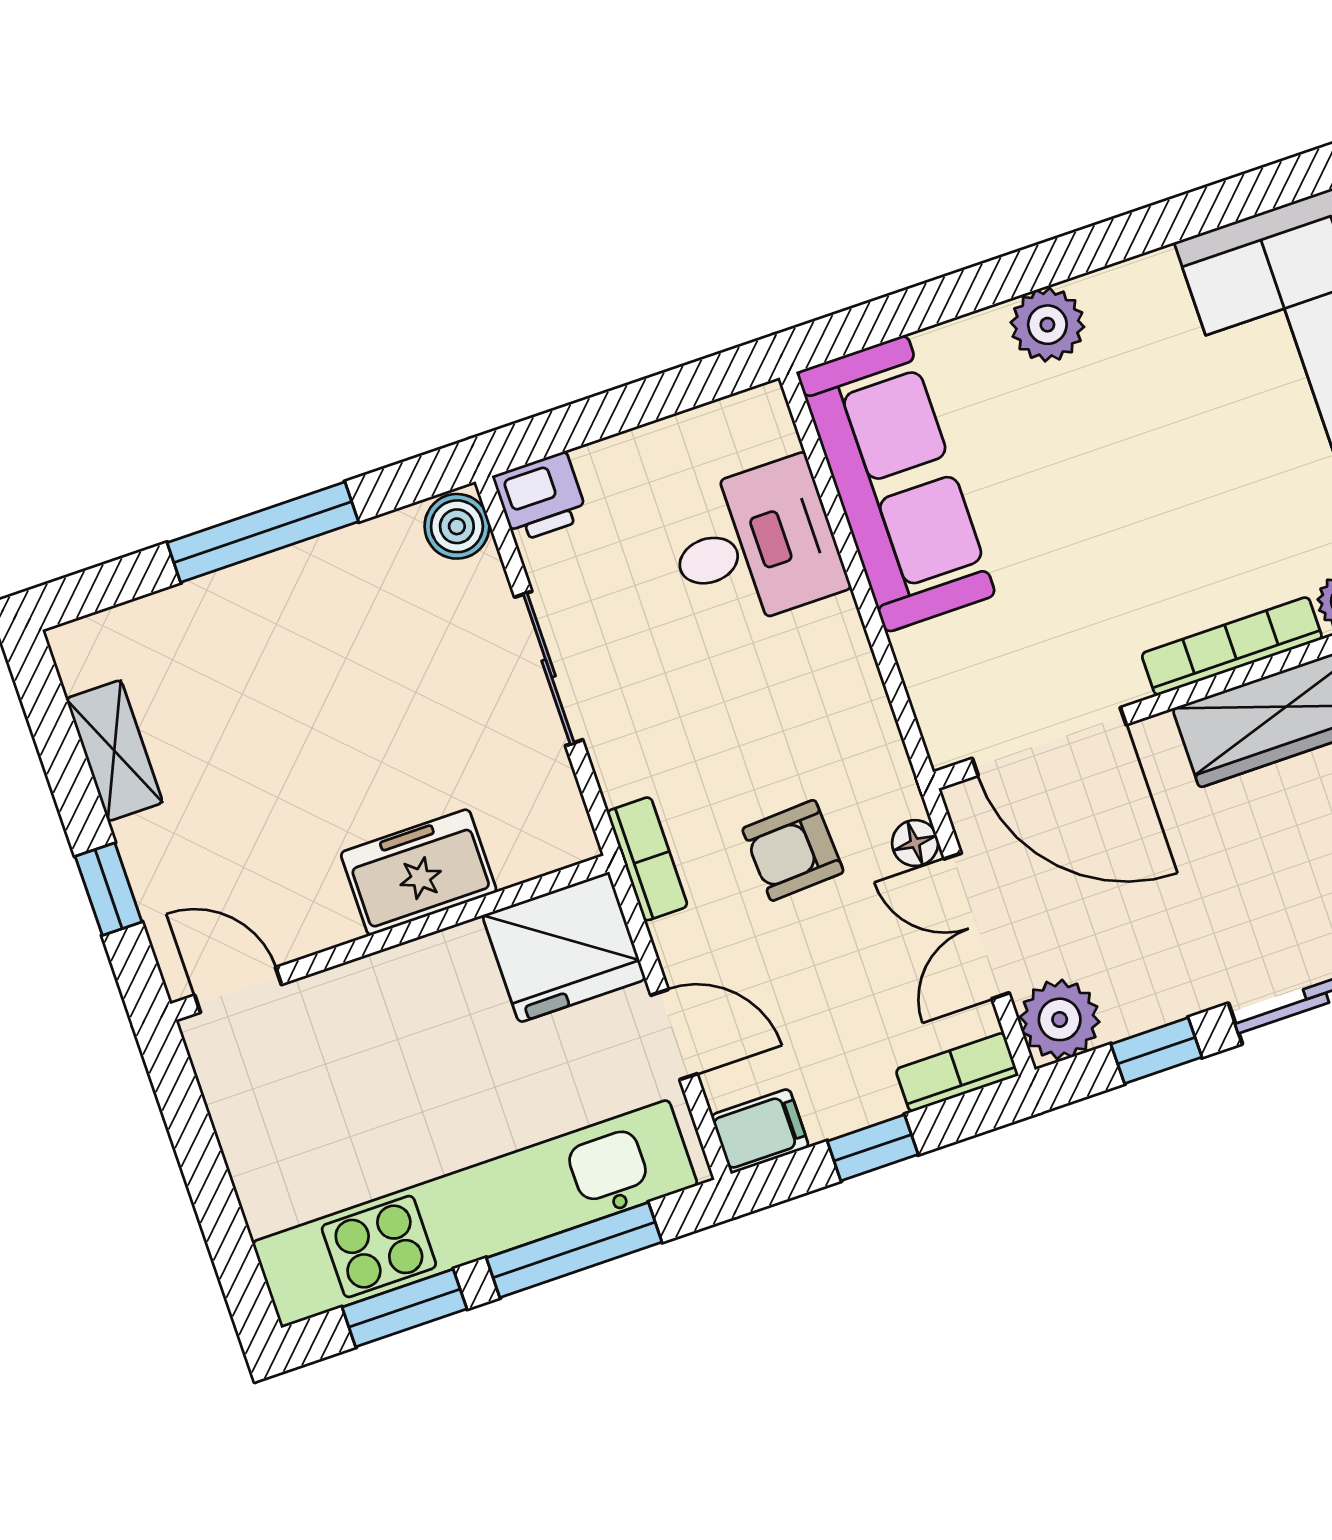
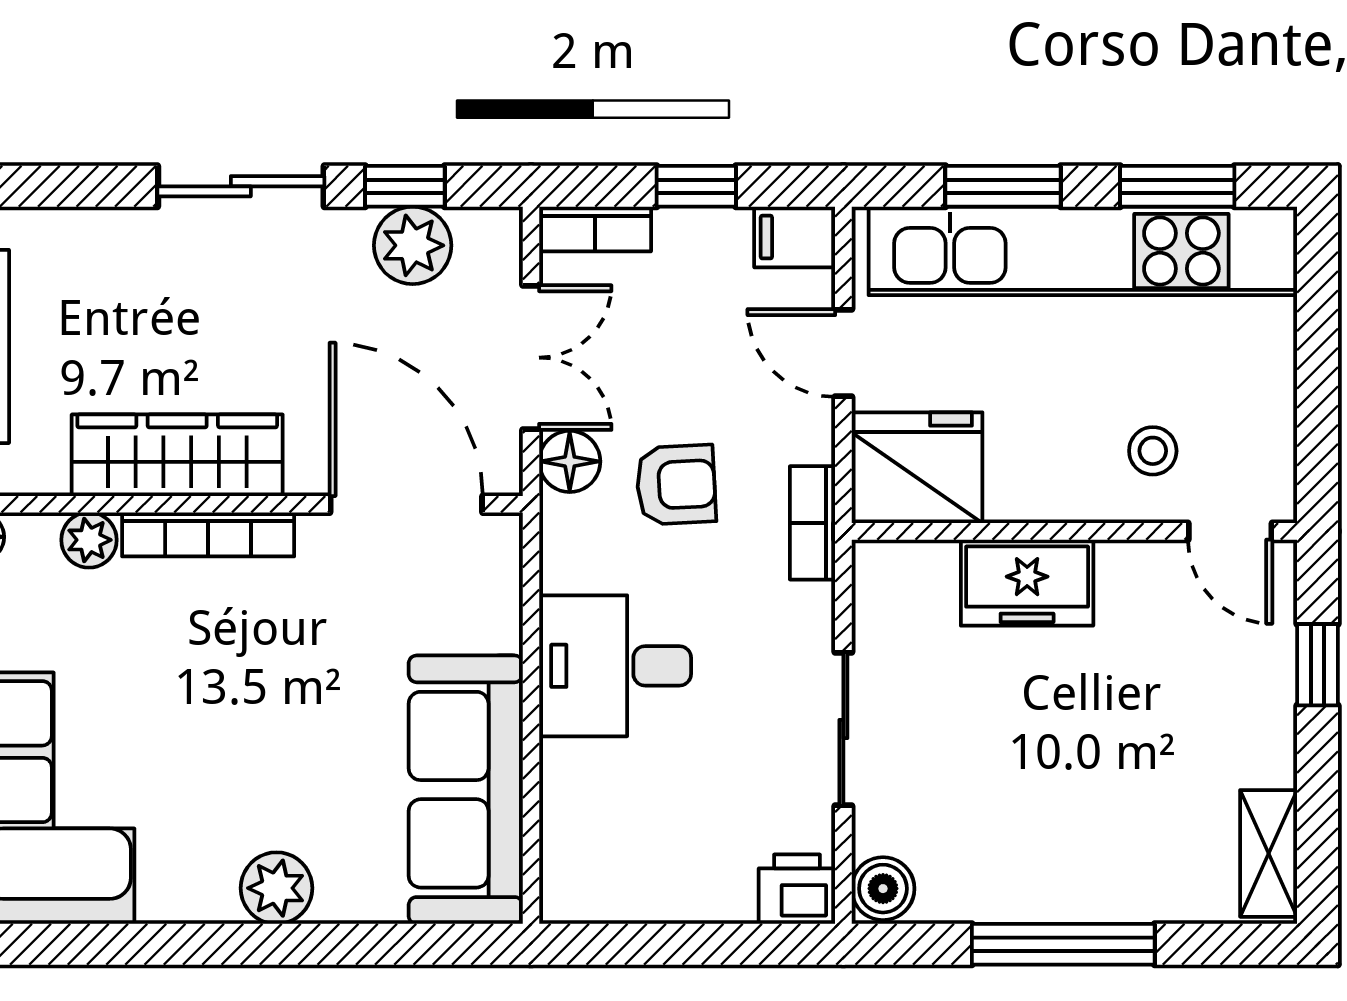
desk: (755, 545) -> (615, 666), moved
shelving: (114, 751) -> (1269, 853), moved
floor lamp: (915, 843) -> (570, 461), width x1.37, depth x1.37
plant: (1060, 1019) -> (413, 245), moved
stool: (340, 1042) -> (1153, 451), added
window: (574, 1250) -> (1003, 186), width x0.69

